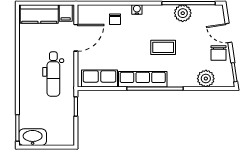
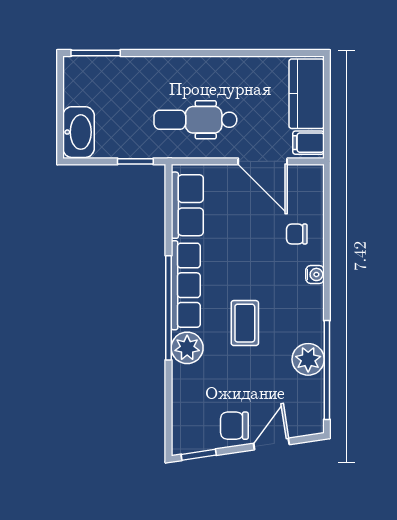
plant: (206, 79) -> (187, 348), moved
washbasin: (33, 137) -> (79, 132), moved

